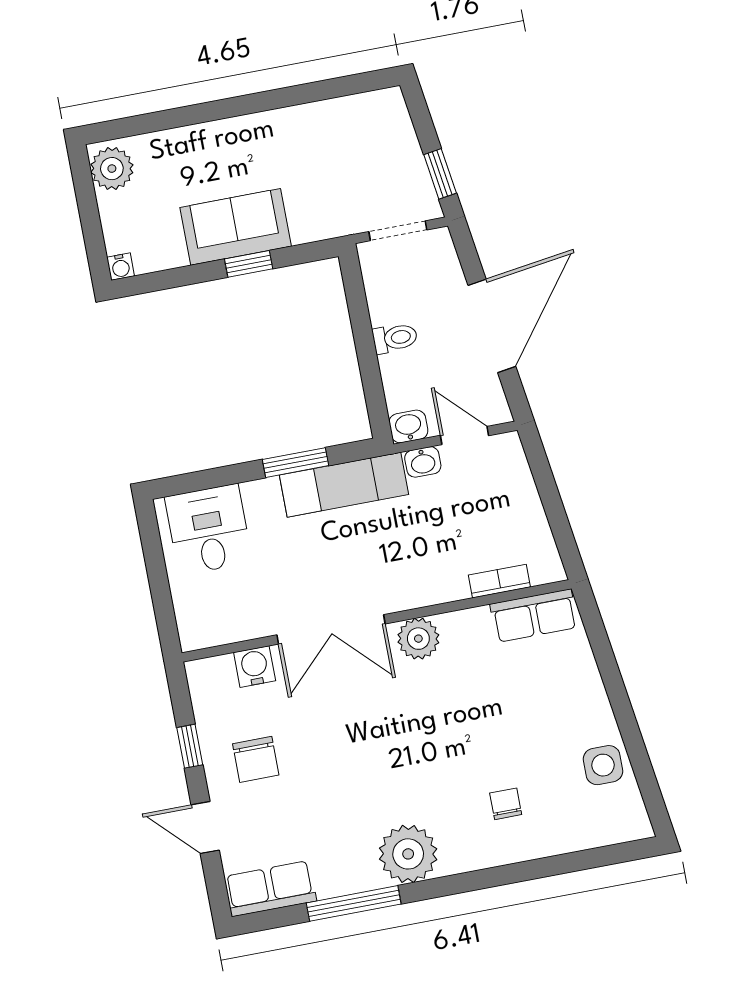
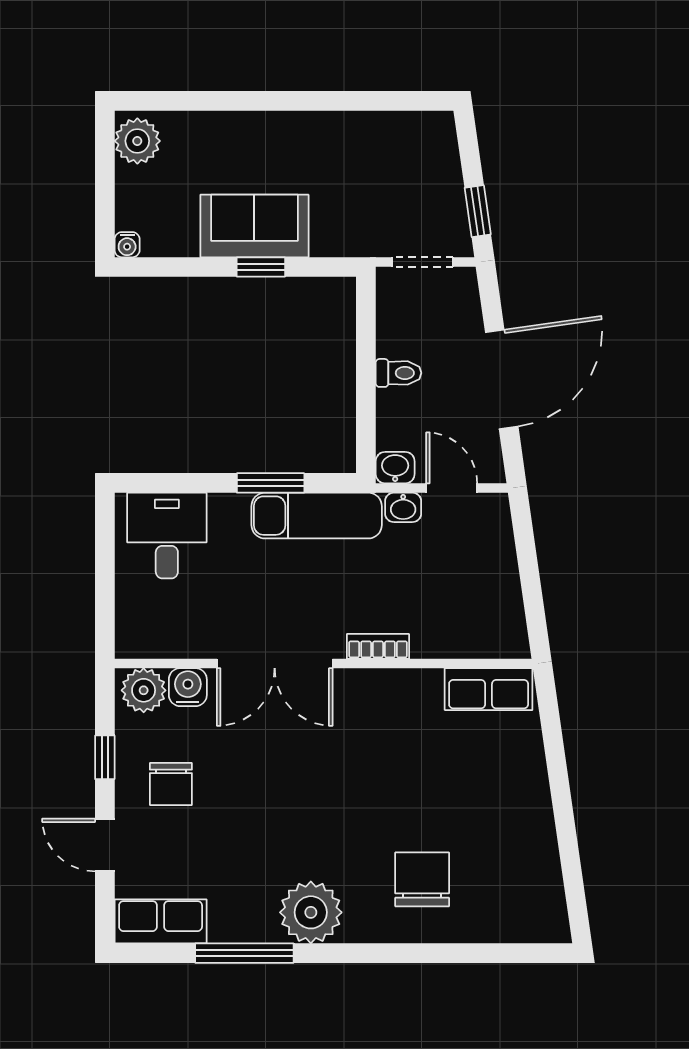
bookcase: (499, 581) -> (378, 646), moved
plant: (418, 639) -> (144, 690), moved
side table: (603, 765) -> (531, 858), removed
chair: (506, 804) -> (422, 879), width x1.87, depth x1.87

